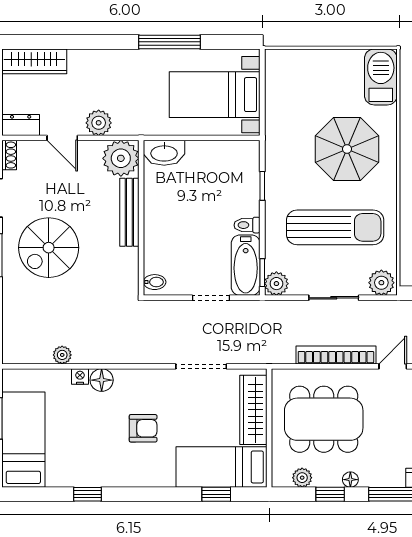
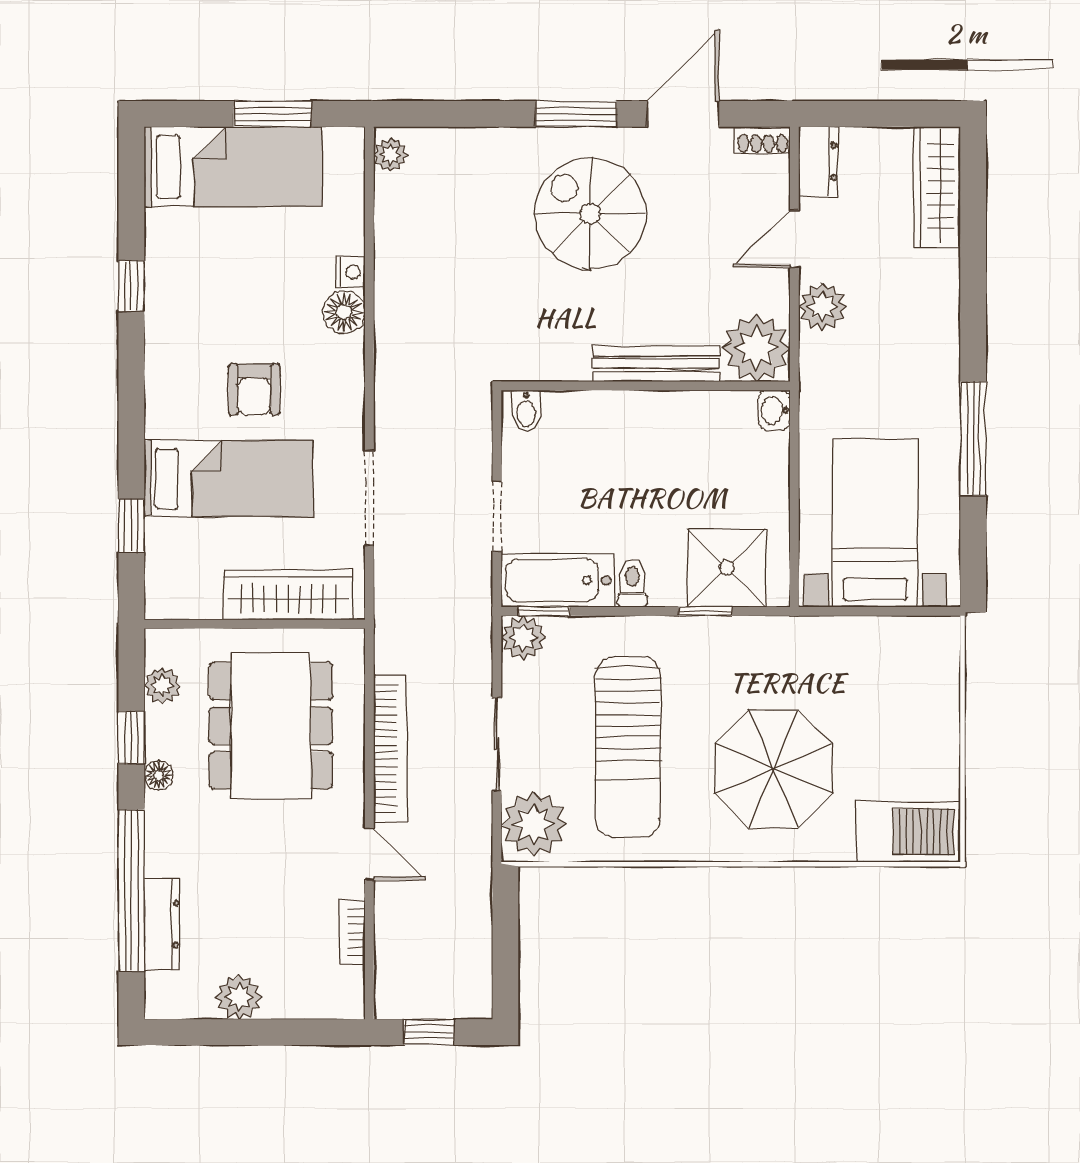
washbasin: (164, 153) -> (774, 410), width x0.52, depth x0.69
shower: (239, 174) -> (727, 568), added
plant: (381, 283) -> (534, 824), width x1.36, depth x1.36
plant: (62, 355) -> (391, 155), moved
bed: (221, 467) -> (229, 479), moved, turned 90

